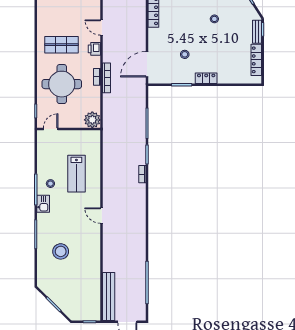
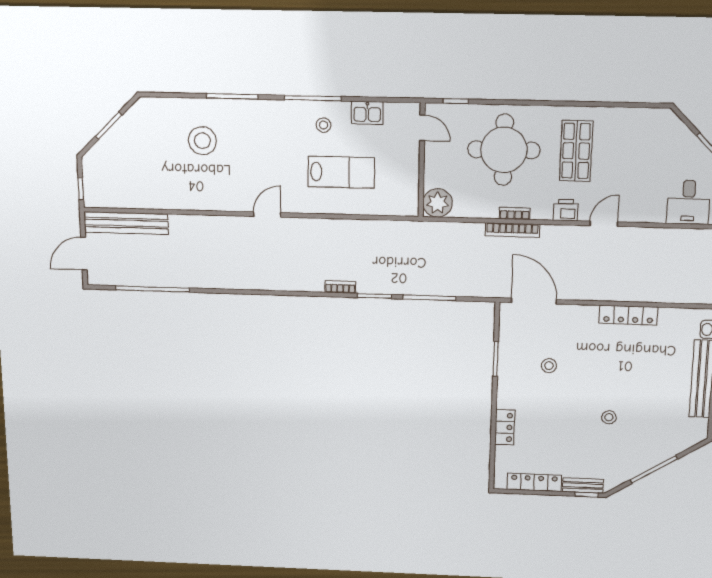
locker: (206, 78) -> (505, 427), moved
lab bench: (76, 174) -> (341, 172), turned 180
kitchen sink: (43, 204) -> (367, 113), moved

